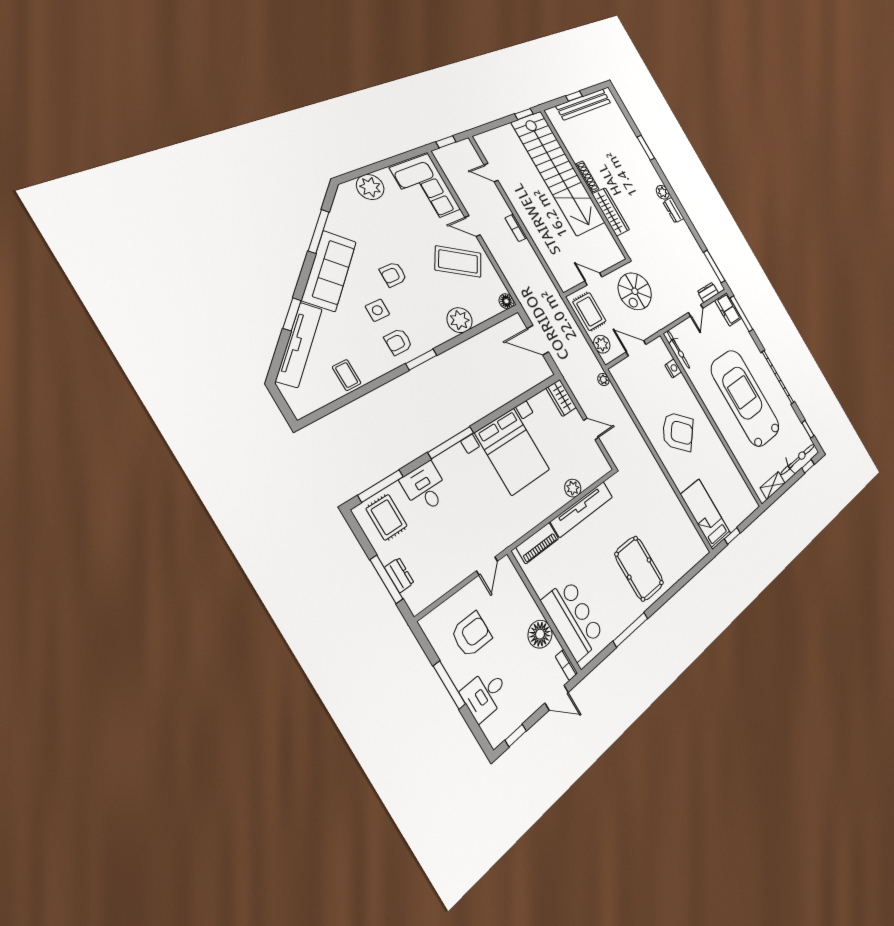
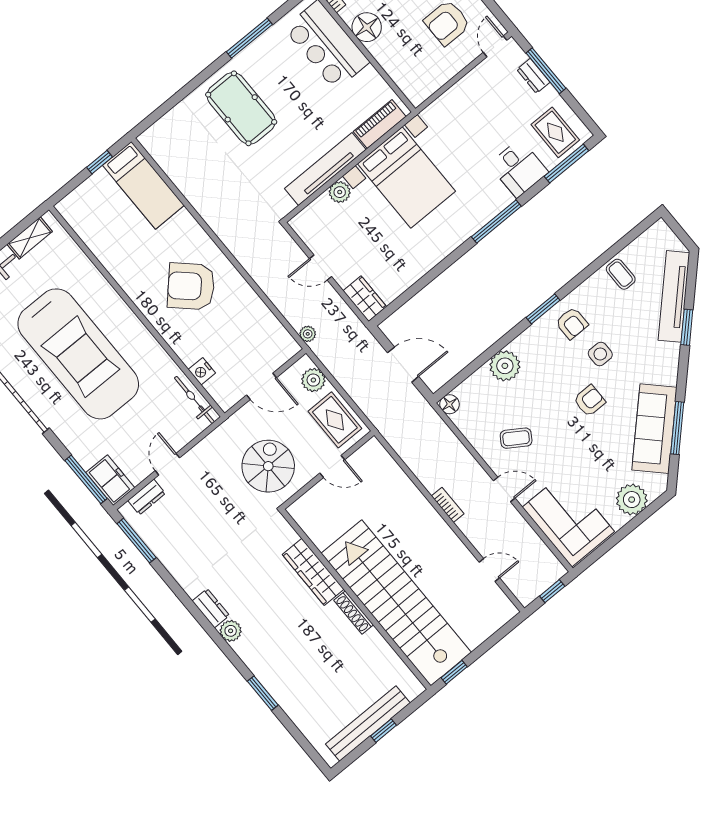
coffee table: (458, 262) -> (516, 438), width x0.54, depth x0.58
sofa: (329, 271) -> (654, 429), moved
armchair: (398, 342) -> (572, 323), turned 90
bed with nightstands: (513, 451) -> (407, 177), moved, turned 180
door: (487, 566) -> (495, 46), moved

